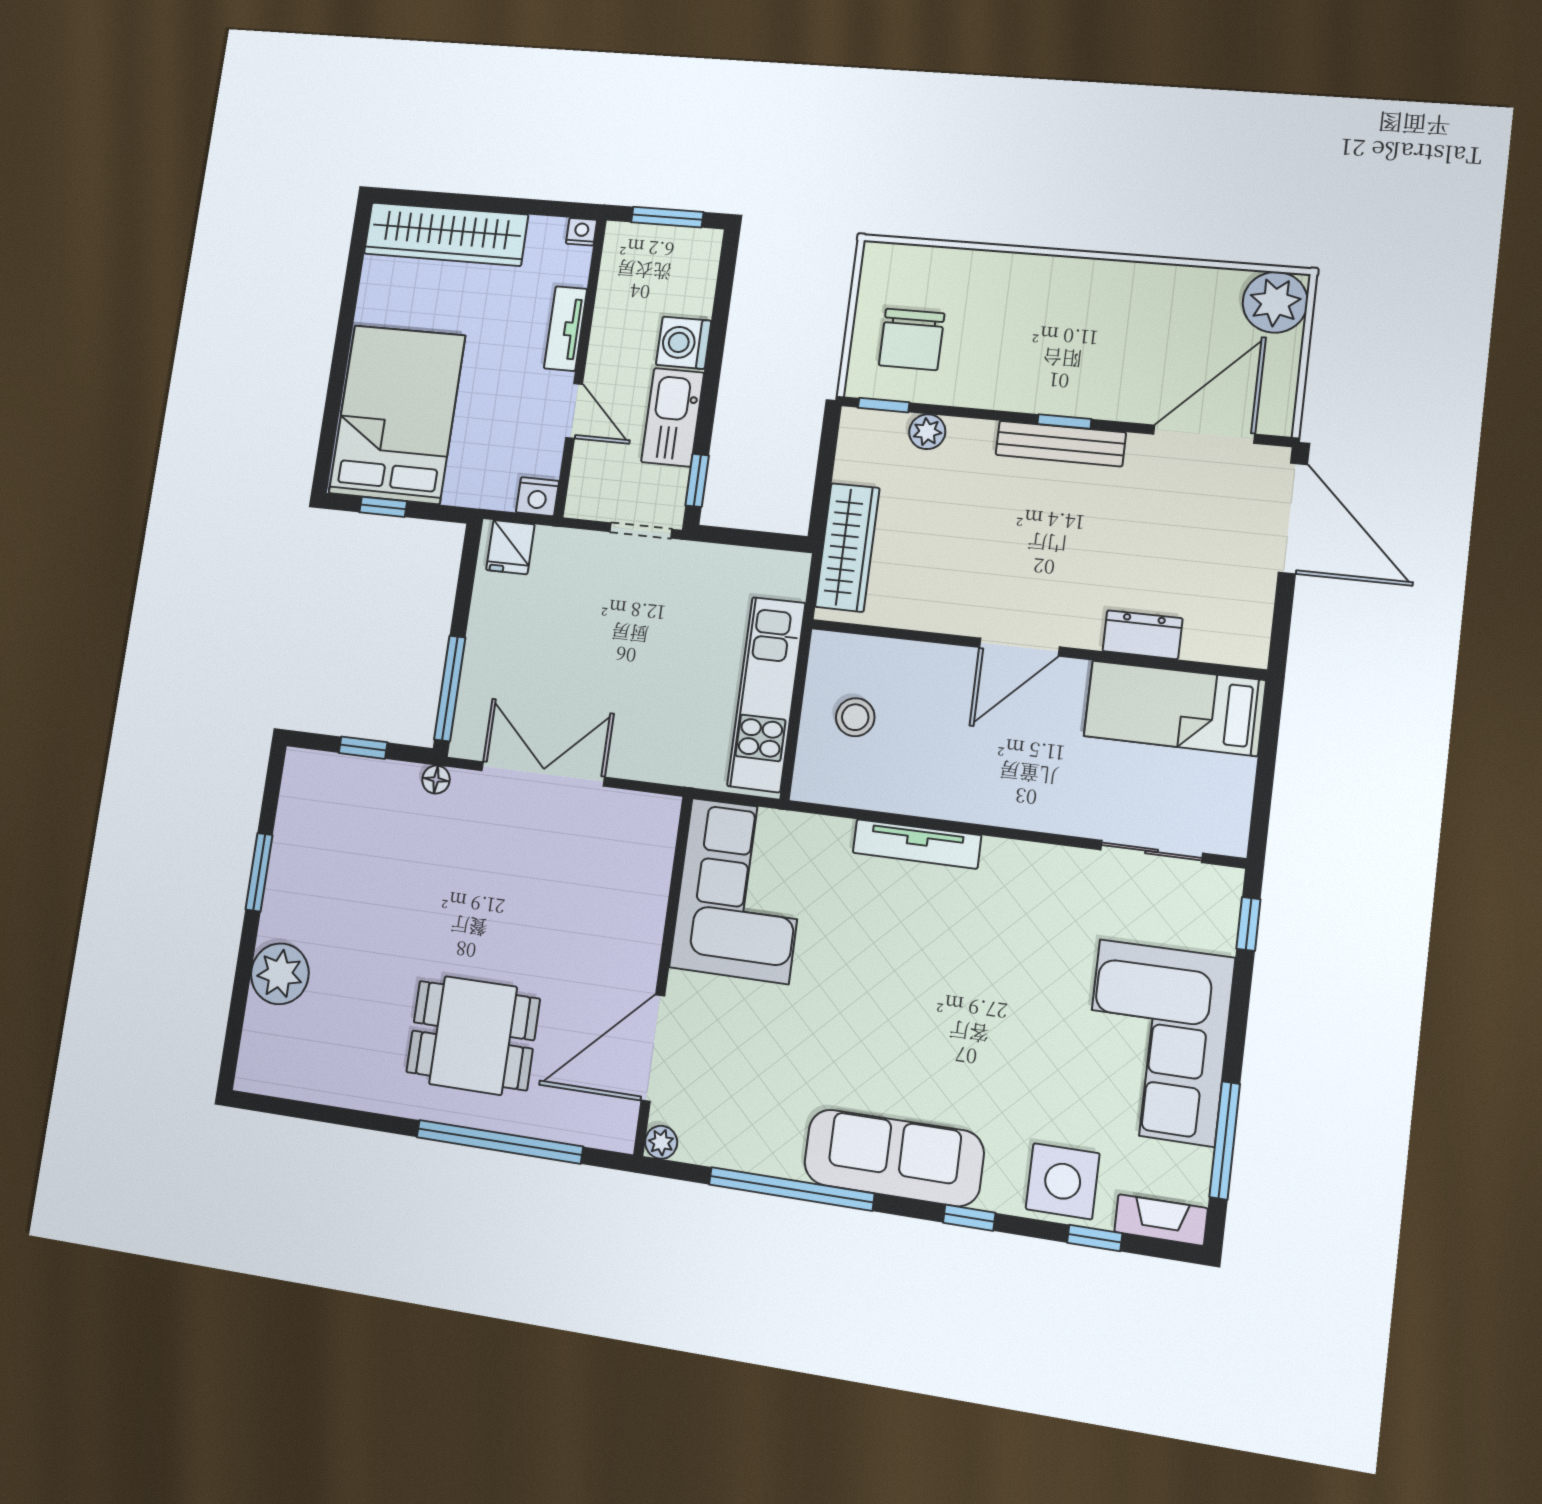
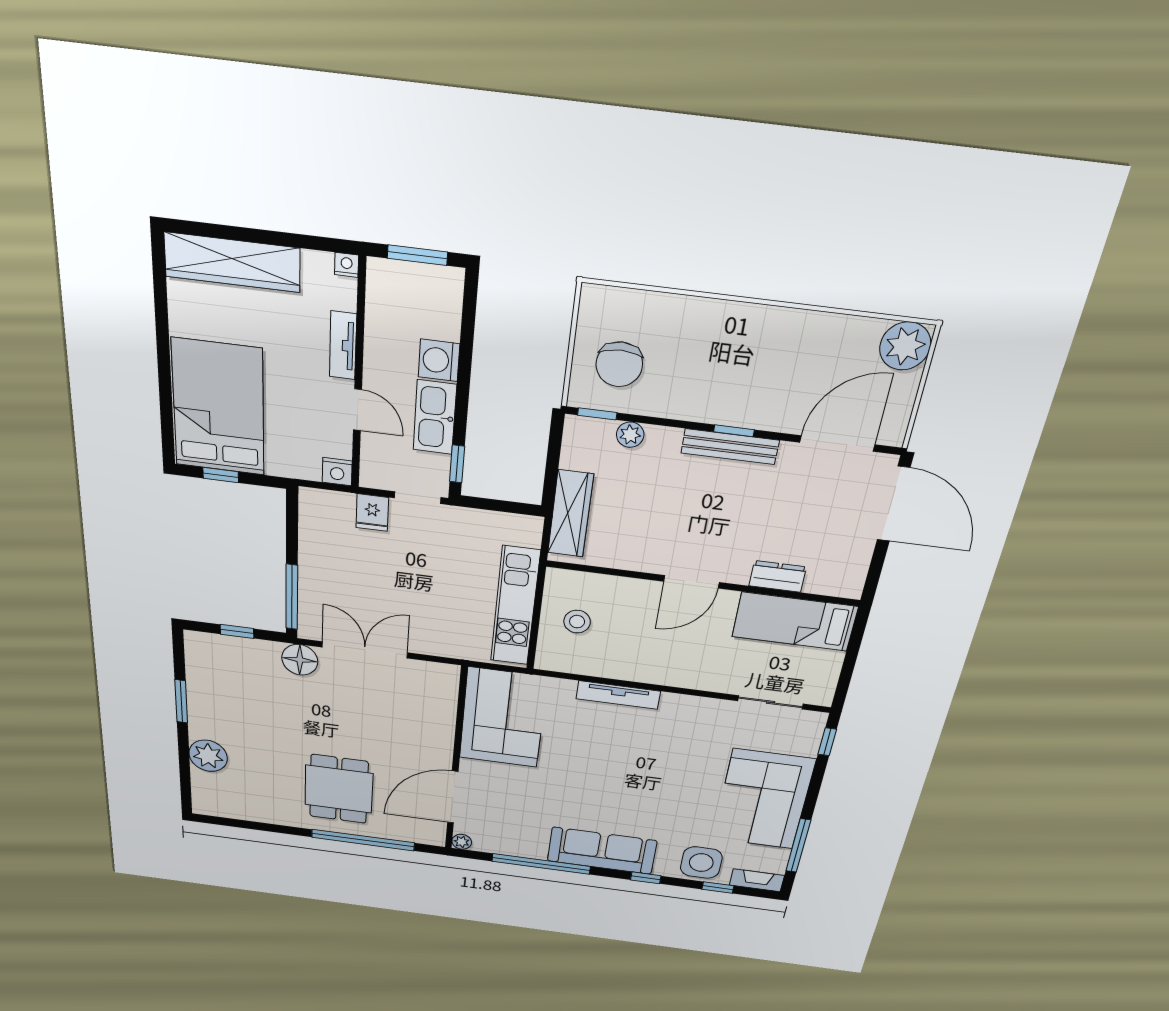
fridge: (510, 547) -> (372, 513), moved
floor lamp: (436, 780) -> (300, 660), width x1.89, depth x1.89
dining table: (473, 1035) -> (339, 789), turned 90

